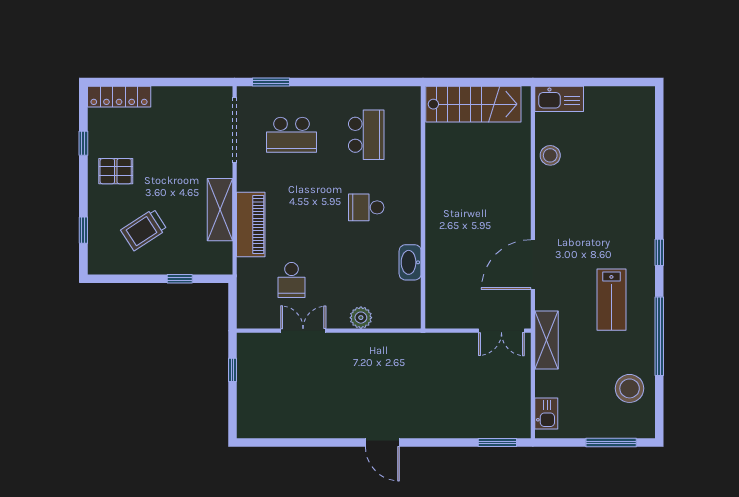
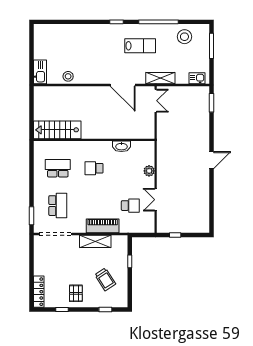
stairs: (473, 104) -> (57, 130), moved, turned -90
school desk: (366, 207) -> (94, 168), turned 90

